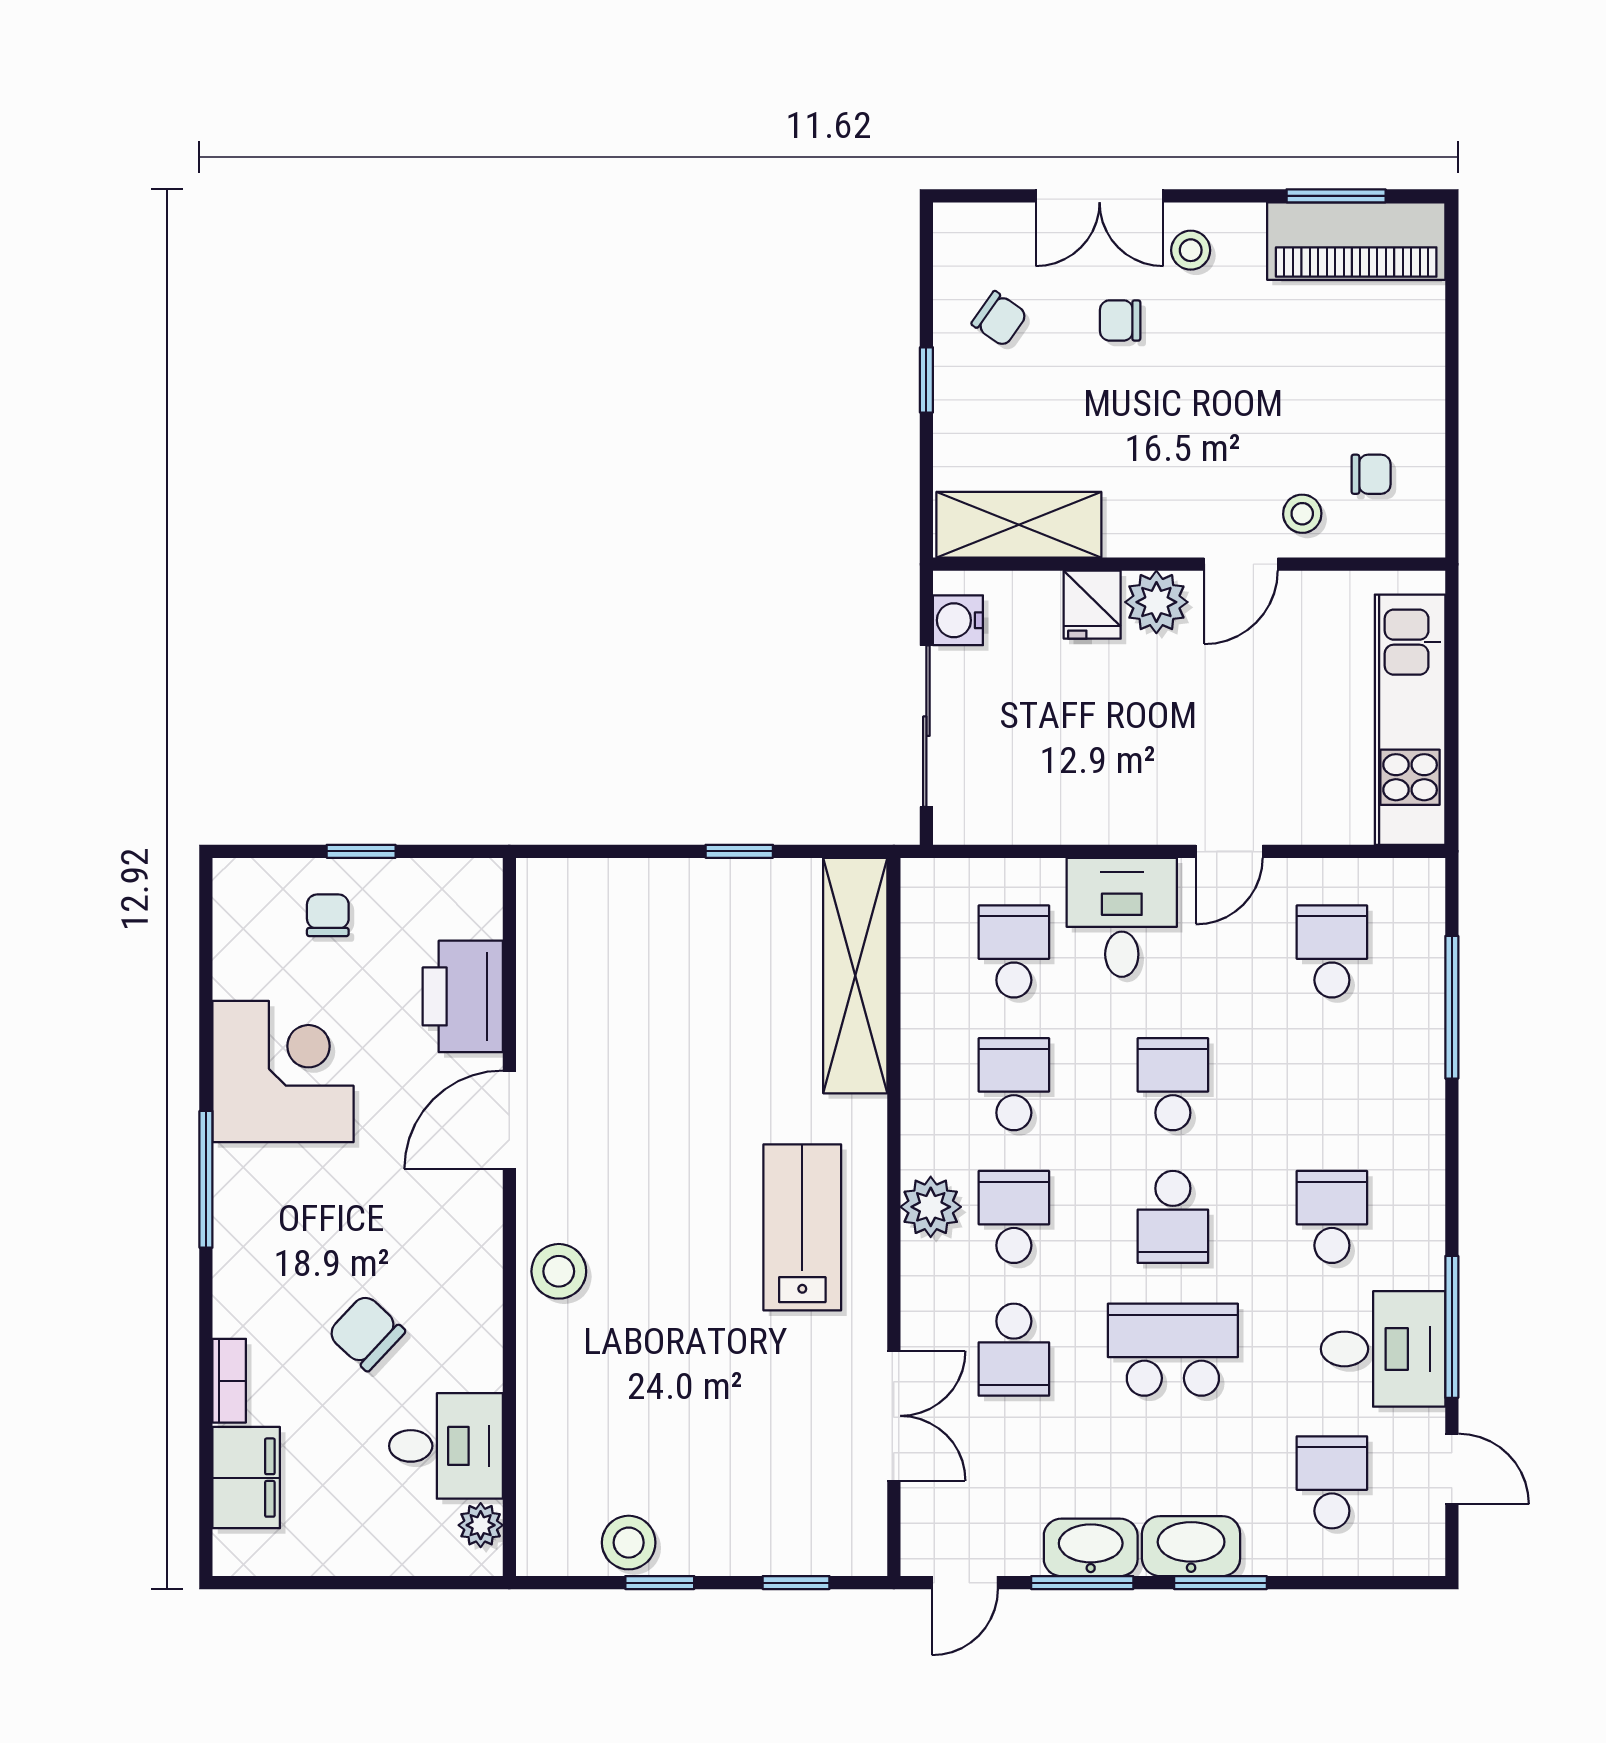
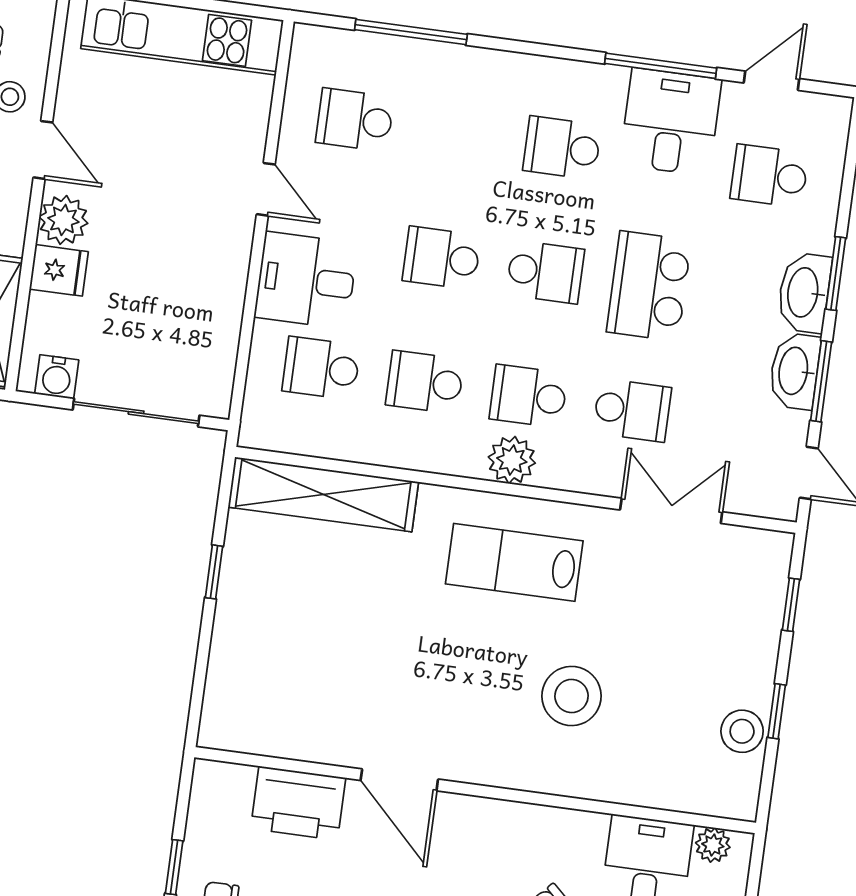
stool: (559, 1271) -> (572, 696), moved, width x1.38, depth x1.38

